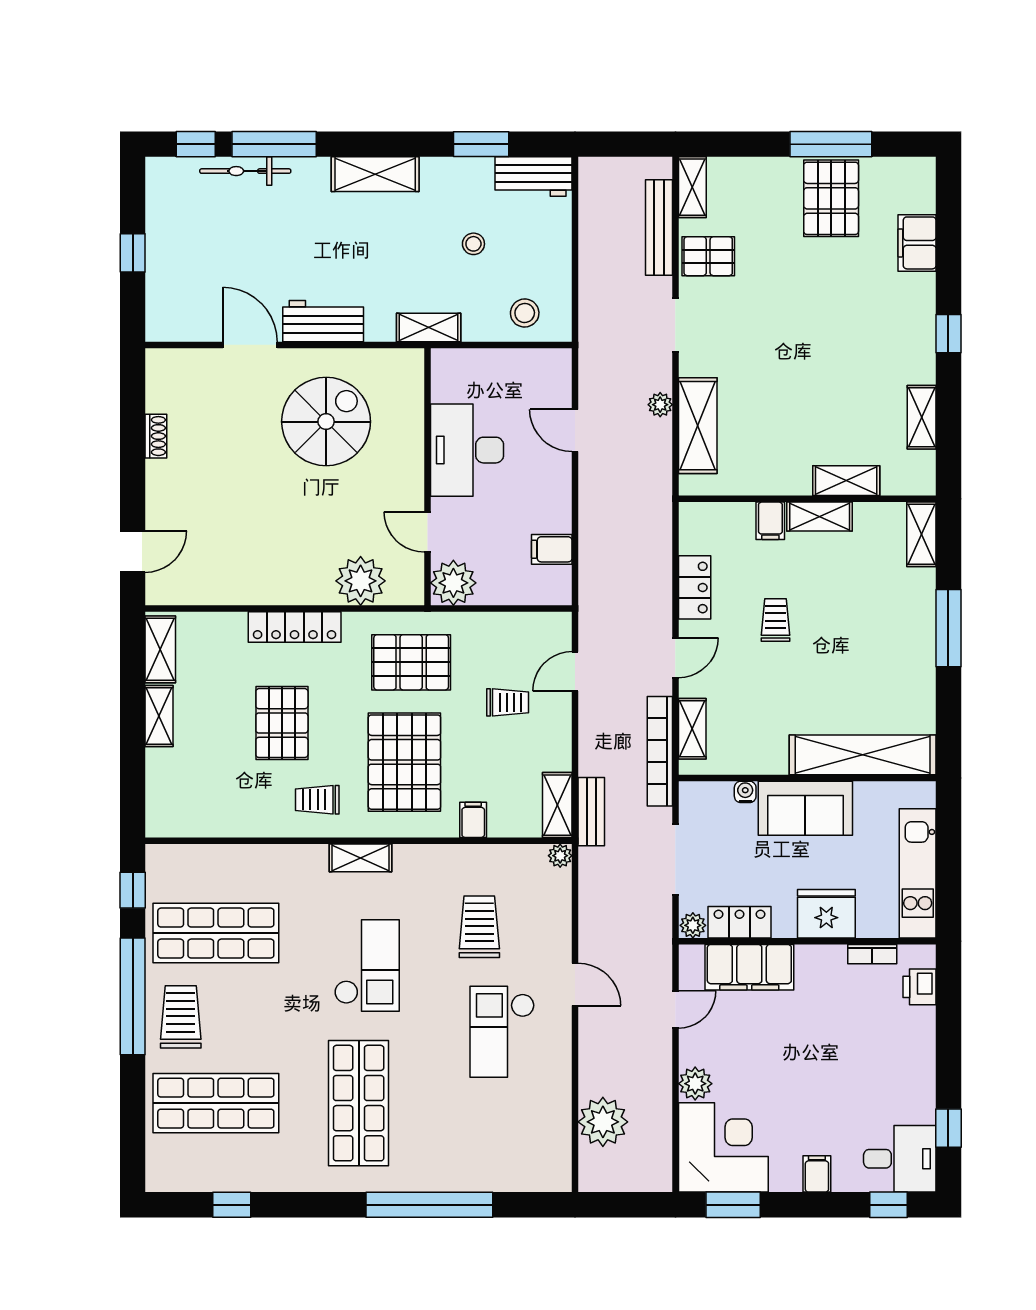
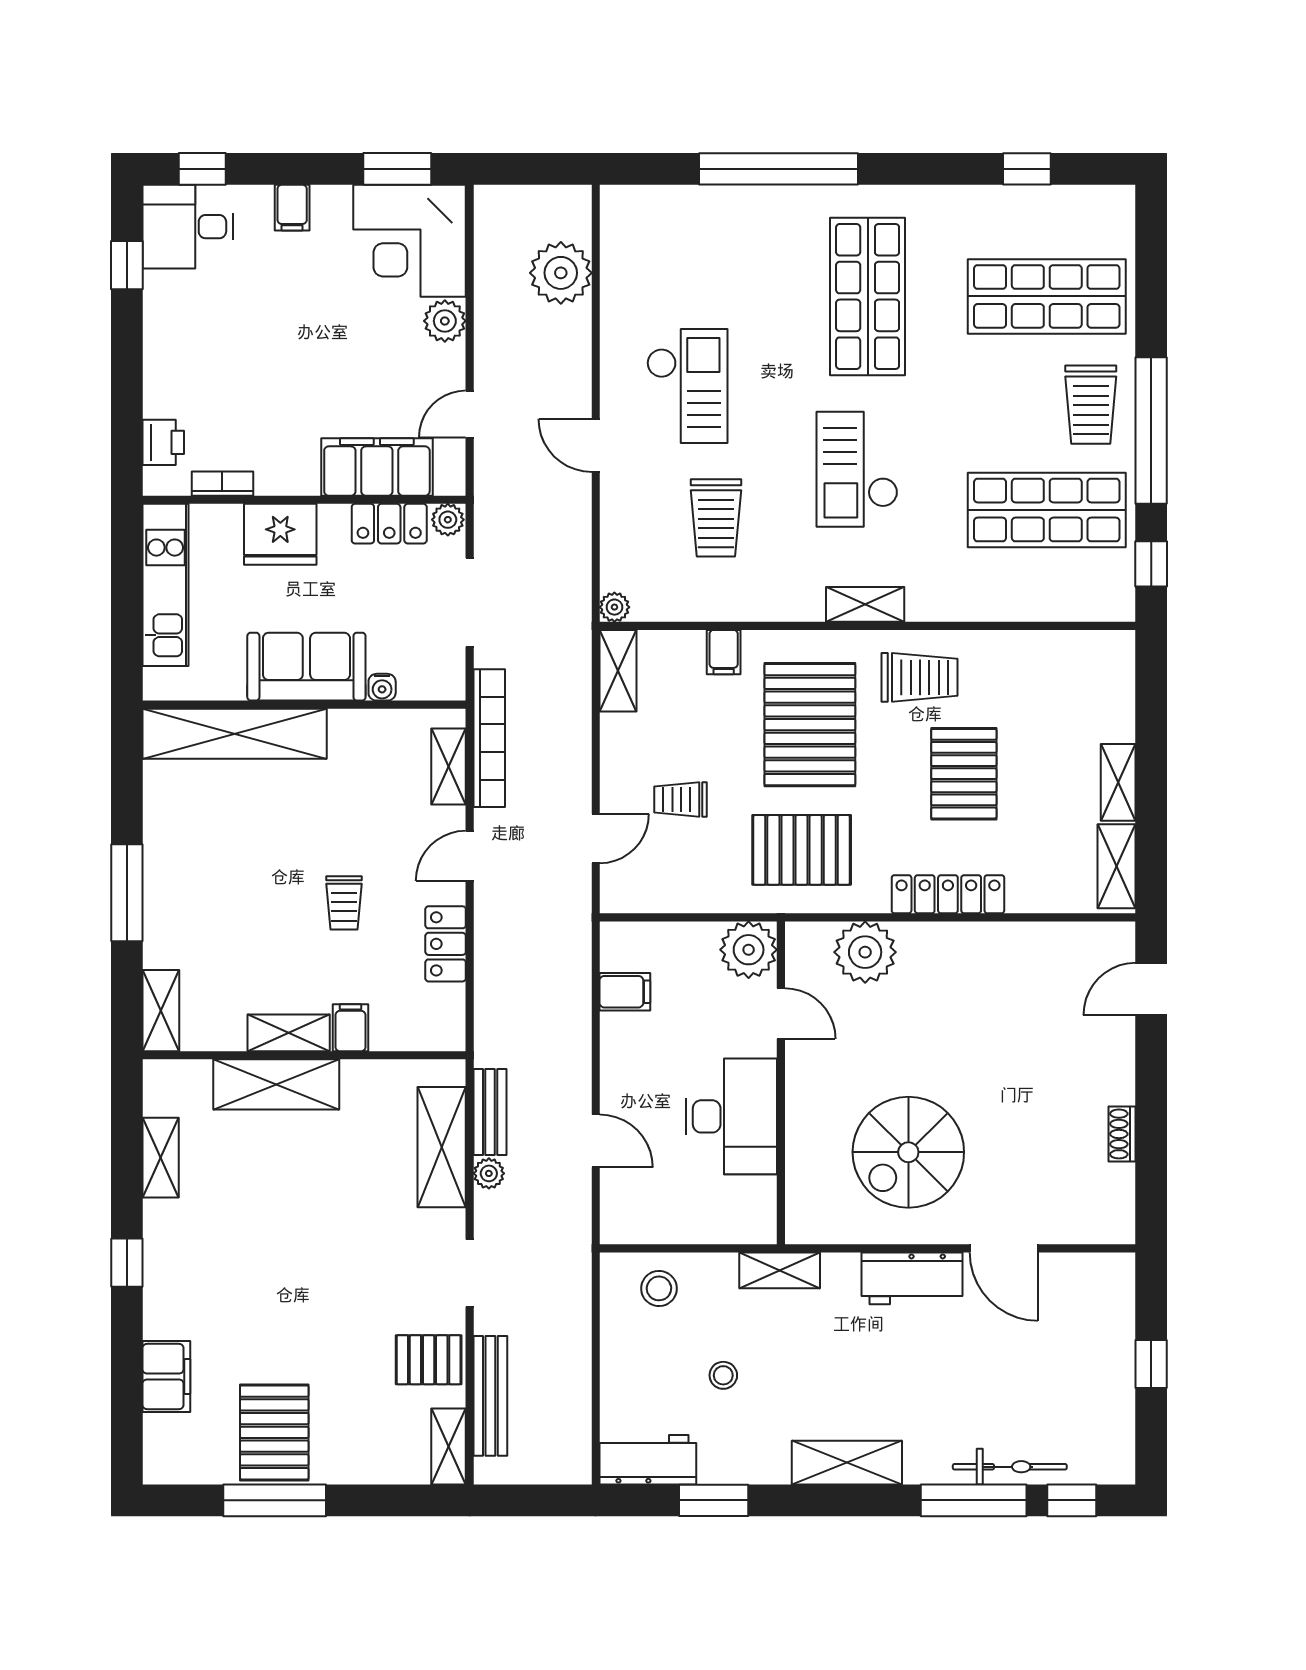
shelving: (846, 481) -> (276, 1084), width x1.50, depth x1.33
trolley: (317, 800) -> (919, 677), width x1.36, depth x1.39
bench: (591, 812) -> (490, 1112), moved

